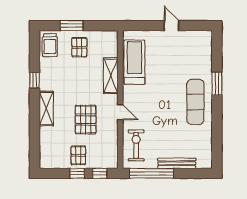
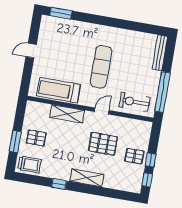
window: (217, 84) -> (61, 13), moved
exercise mat: (195, 102) -> (101, 67), moved, turned 90
bench: (177, 163) -> (160, 53), moved
window: (100, 173) -> (147, 180), moved

